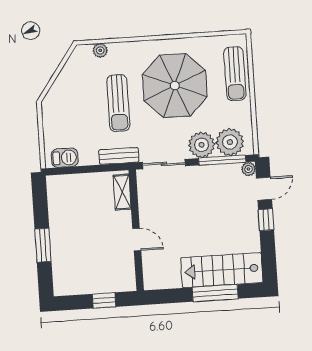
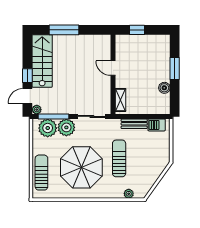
bench: (119, 156) -> (134, 124), moved
boiler: (57, 215) -> (164, 88), added
stairs: (222, 270) -> (42, 61), moved, turned -90

